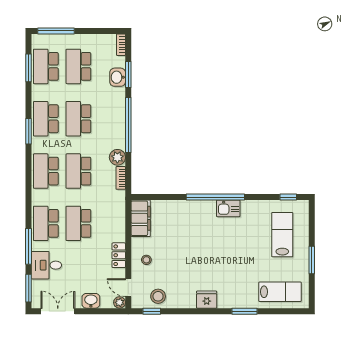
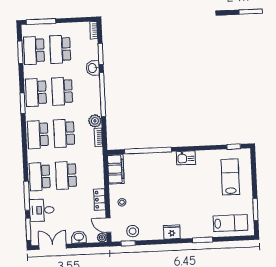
washbasin: (118, 77) -> (93, 68), moved
window: (215, 197) -> (148, 150), moved
window: (312, 260) -> (255, 209), moved

